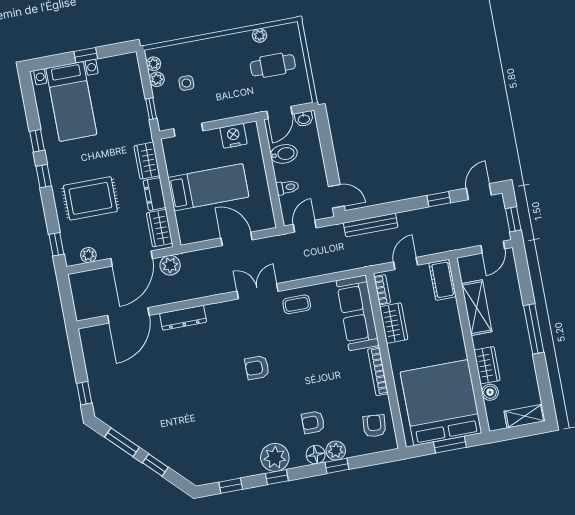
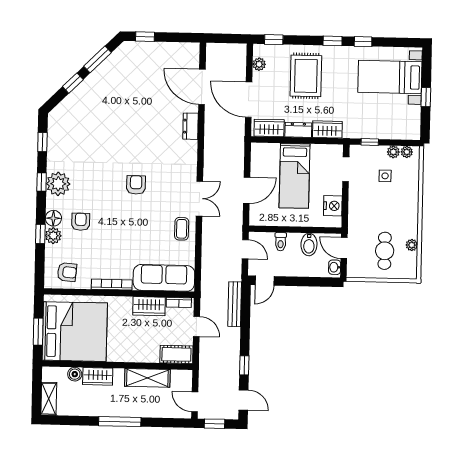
plant: (170, 265) -> (236, 130), removed
dresser: (183, 318) -> (191, 126), width x0.70

